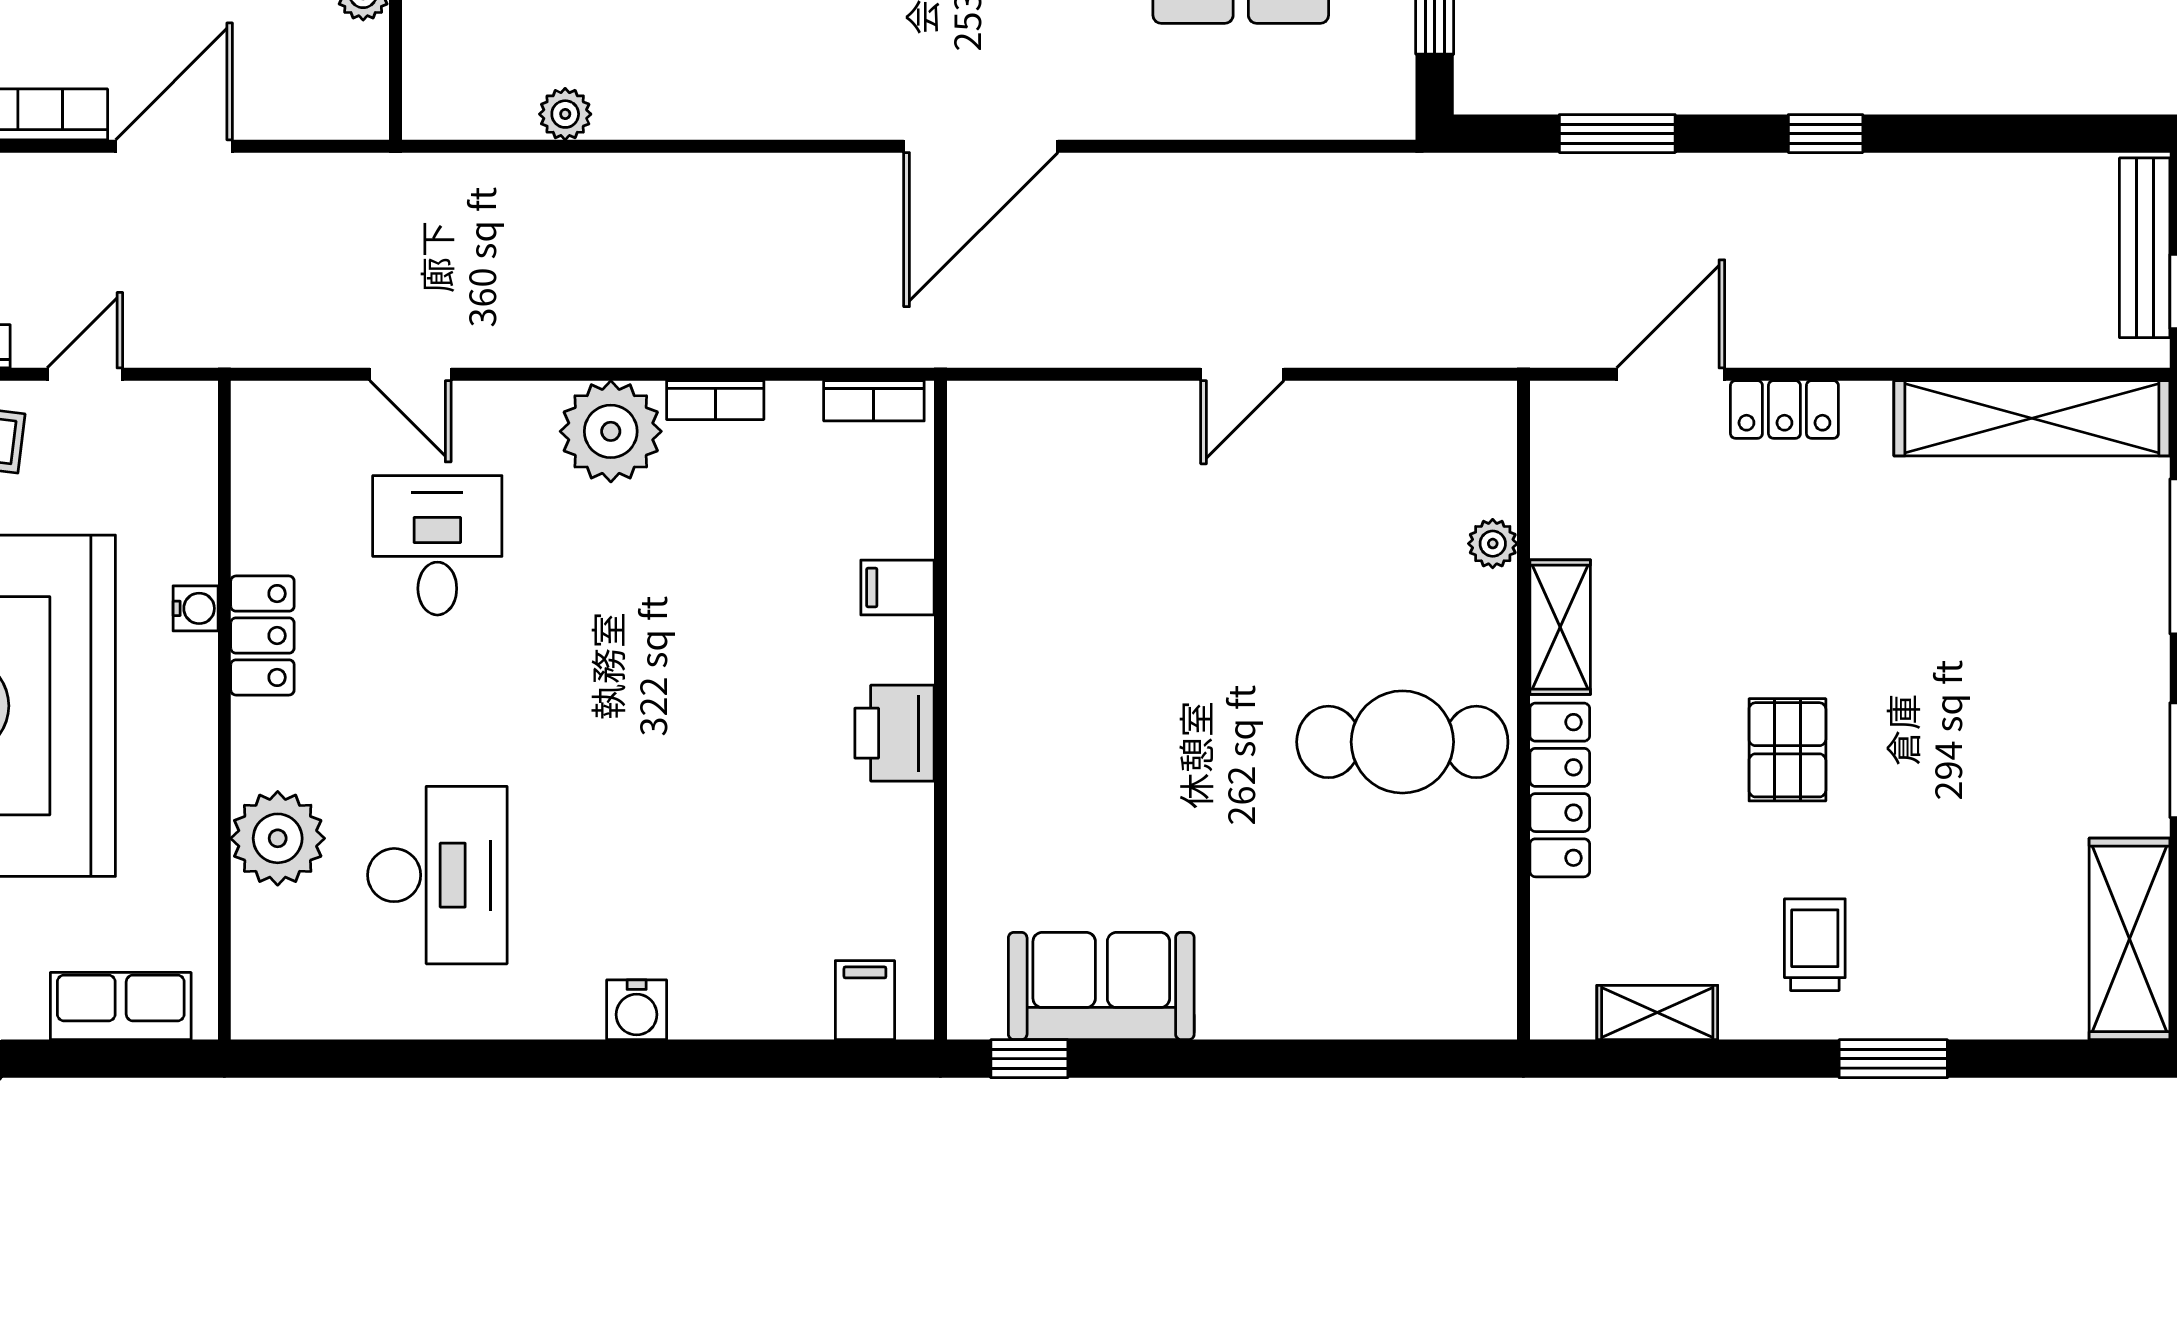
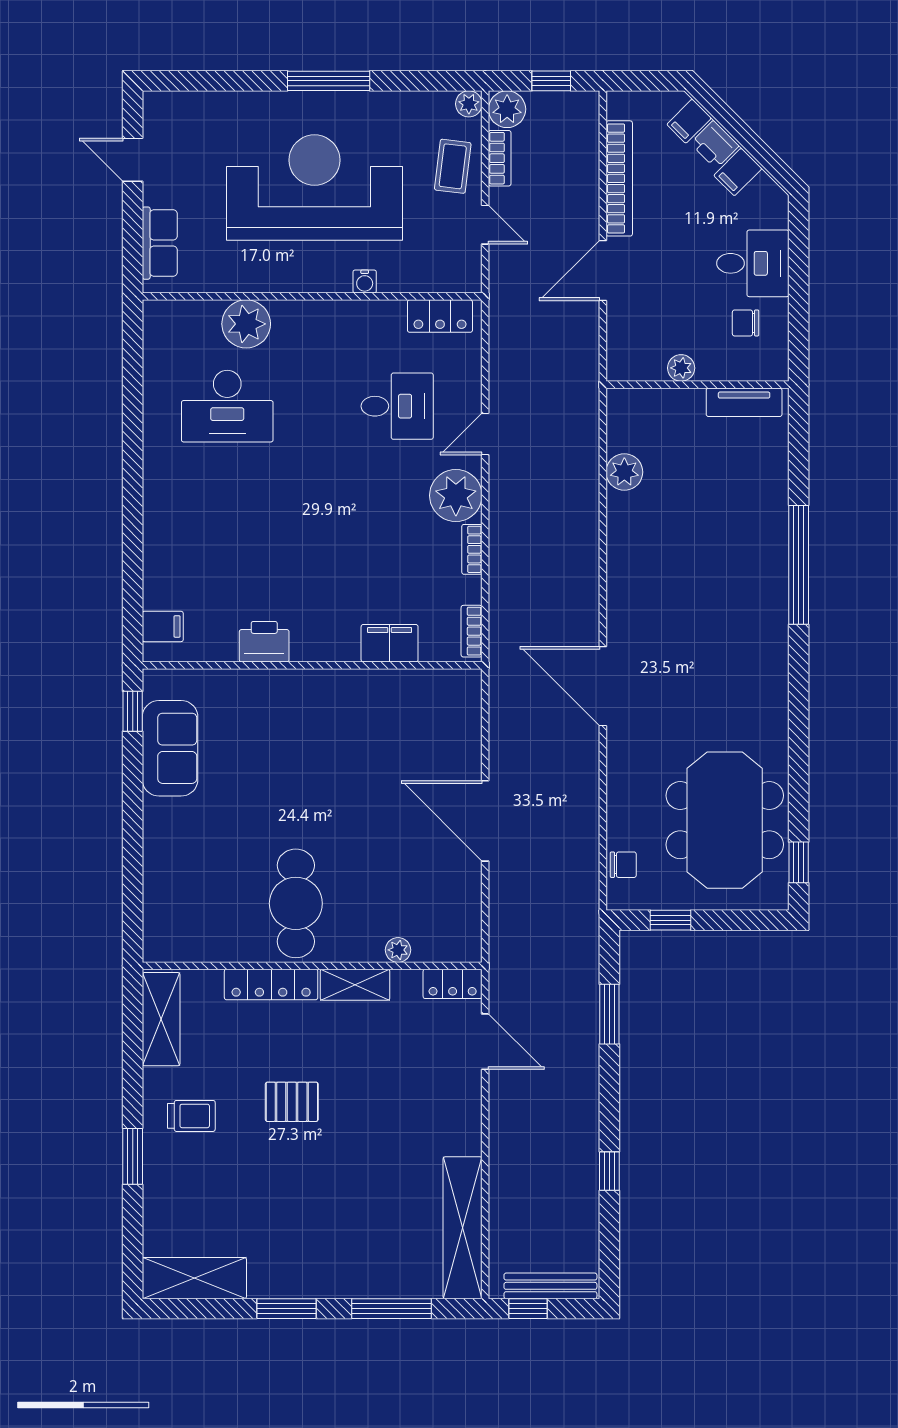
chair: (1327, 106) -> (623, 865), added
plant: (565, 114) -> (624, 472), width x1.38, depth x1.38
window: (1826, 134) -> (609, 1171), moved
door: (174, 146) -> (603, 270), swing flipped
door: (410, 374) -> (485, 434), moved
door: (1242, 374) -> (485, 821), width x1.88
locker: (1784, 409) -> (453, 984), moved, turned -90
filing cabinet: (897, 587) -> (390, 643), width x2.00
locker: (262, 636) -> (440, 316), moved
printer: (894, 733) -> (264, 642), moved
water cooler: (637, 1010) -> (158, 509), removed
shelving: (1657, 1013) -> (161, 1019), width x1.50, depth x1.33

